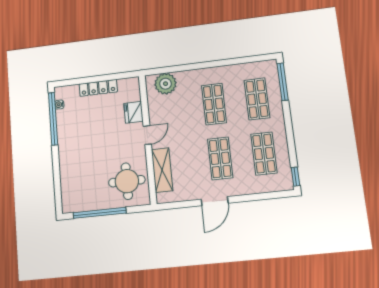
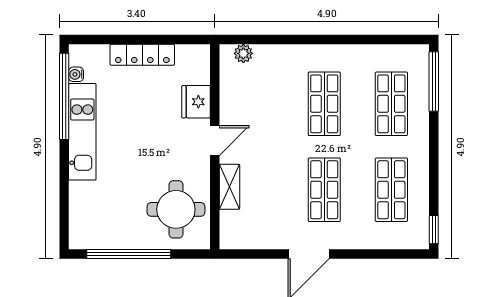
plant: (166, 84) -> (243, 53), width x0.53, depth x0.53
kitchen unit: (65, 139) -> (82, 132), added
shelving: (162, 170) -> (229, 187), width x0.67, depth x0.75

